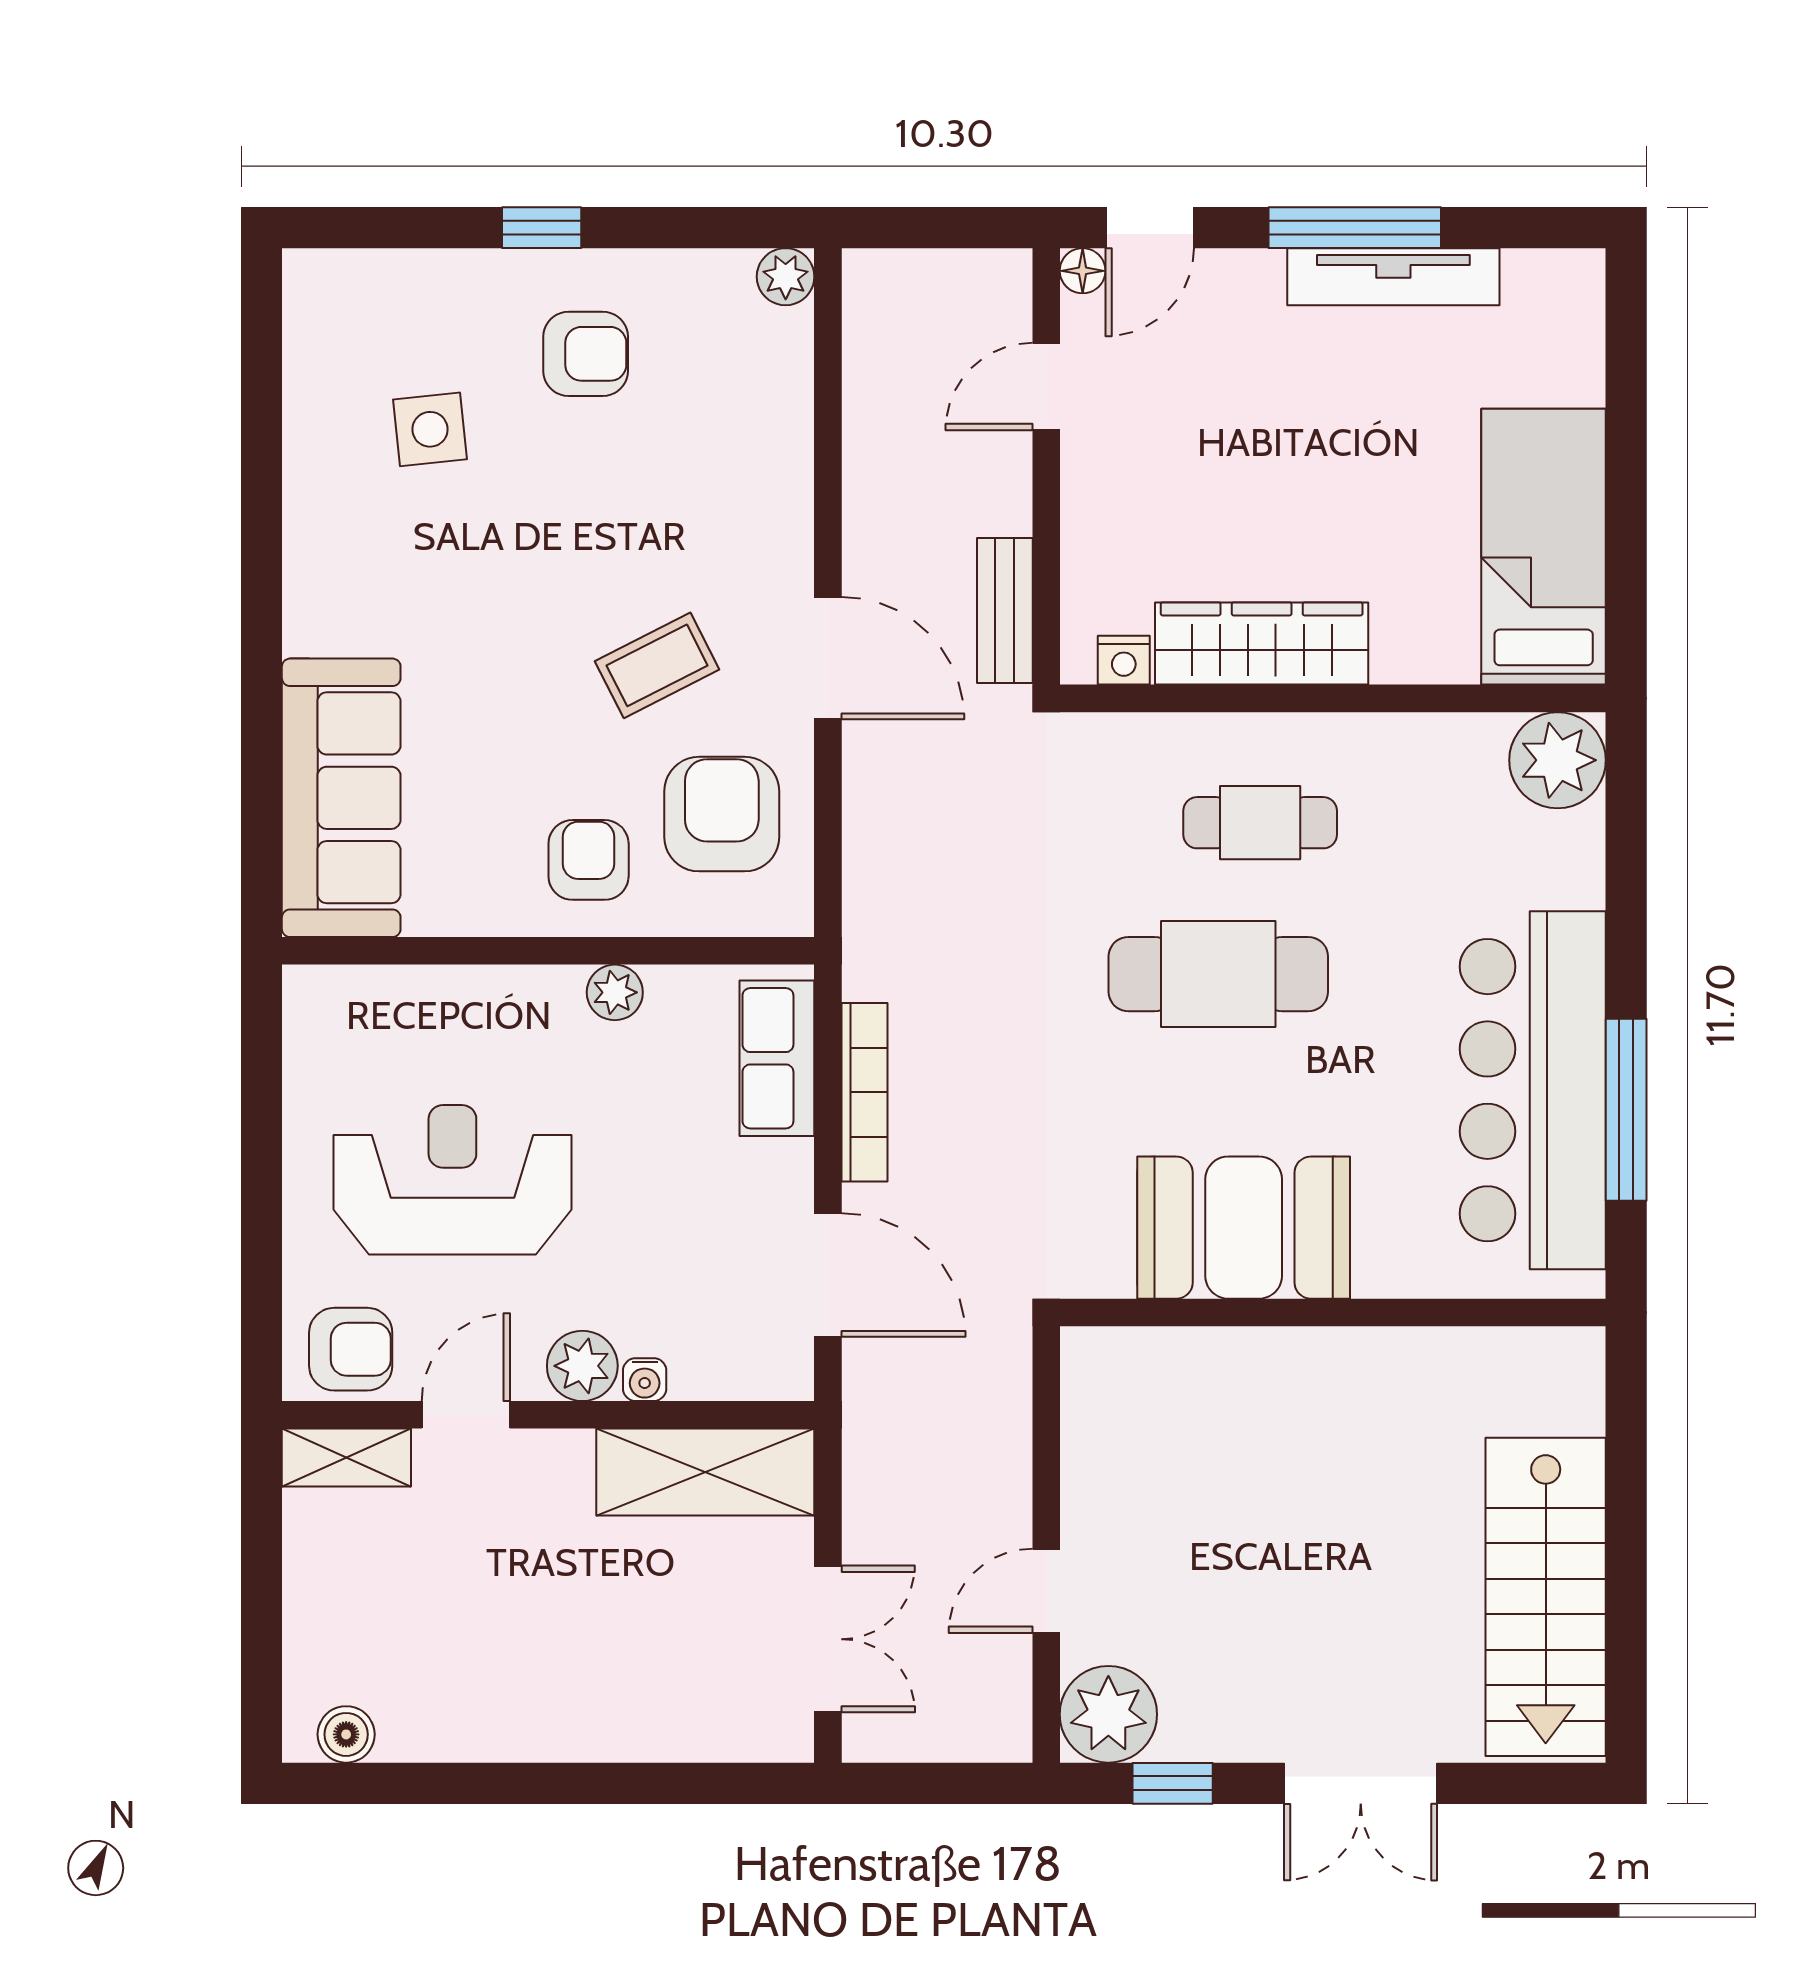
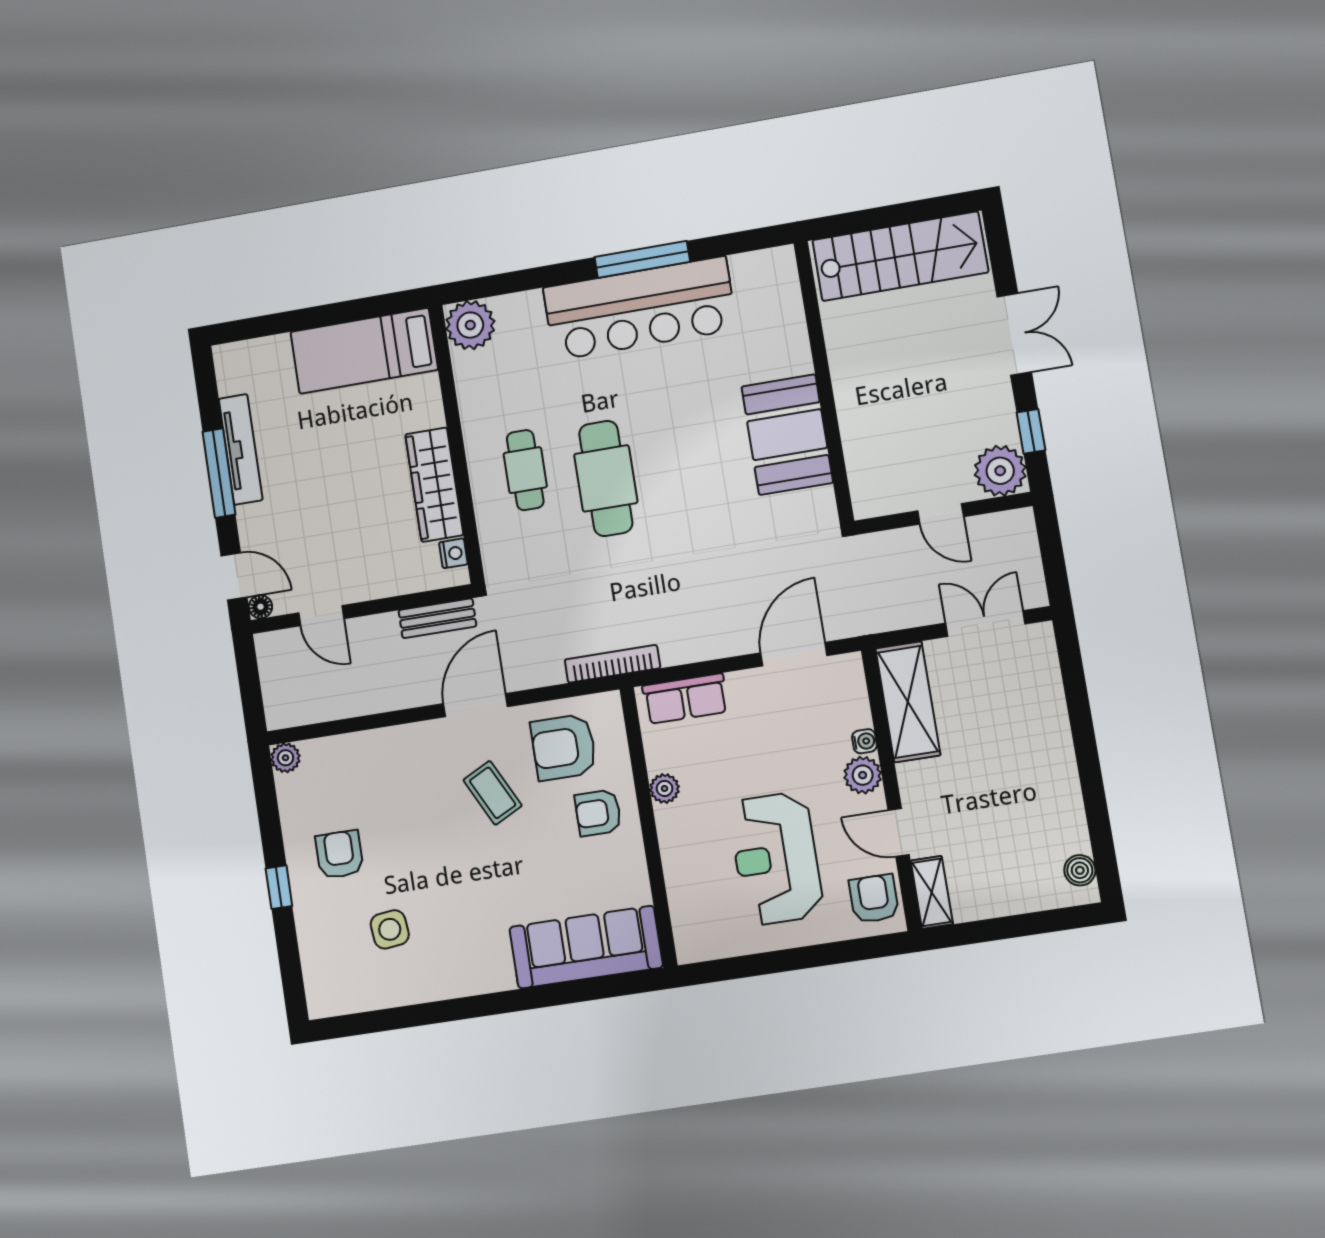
bookcase: (864, 1092) -> (612, 664), moved
booth: (1244, 1228) -> (787, 435), moved
wall: (1333, 1312) -> (824, 381), moved

